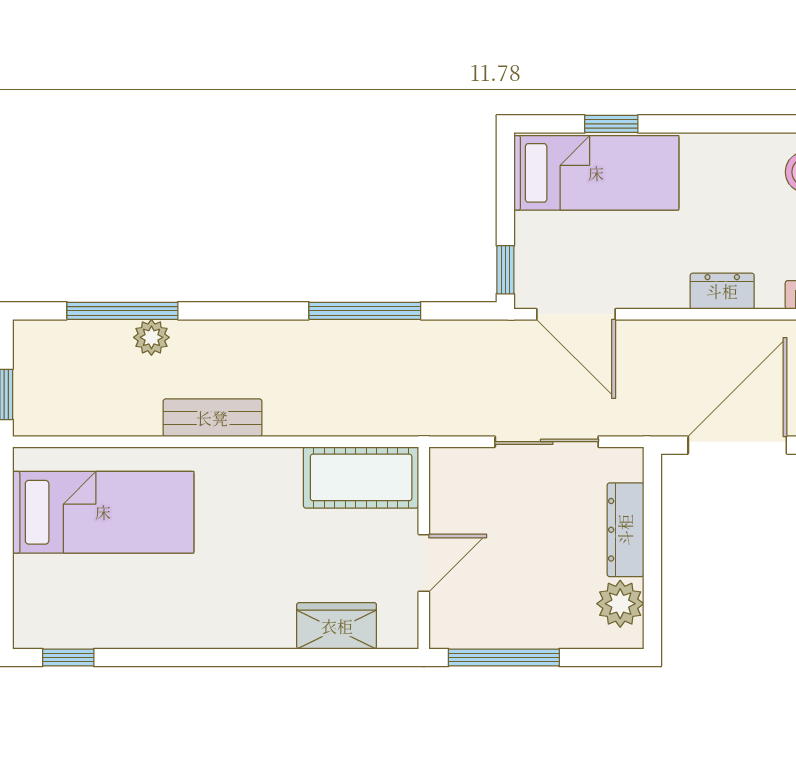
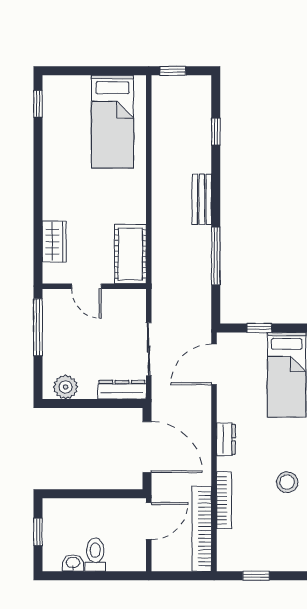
window: (505, 270) -> (259, 328), moved
window: (122, 311) -> (216, 132), width x0.46
plant: (151, 337) -> (202, 146), removed
bench: (212, 418) -> (202, 199), moved
dresser: (625, 530) -> (122, 390), moved

